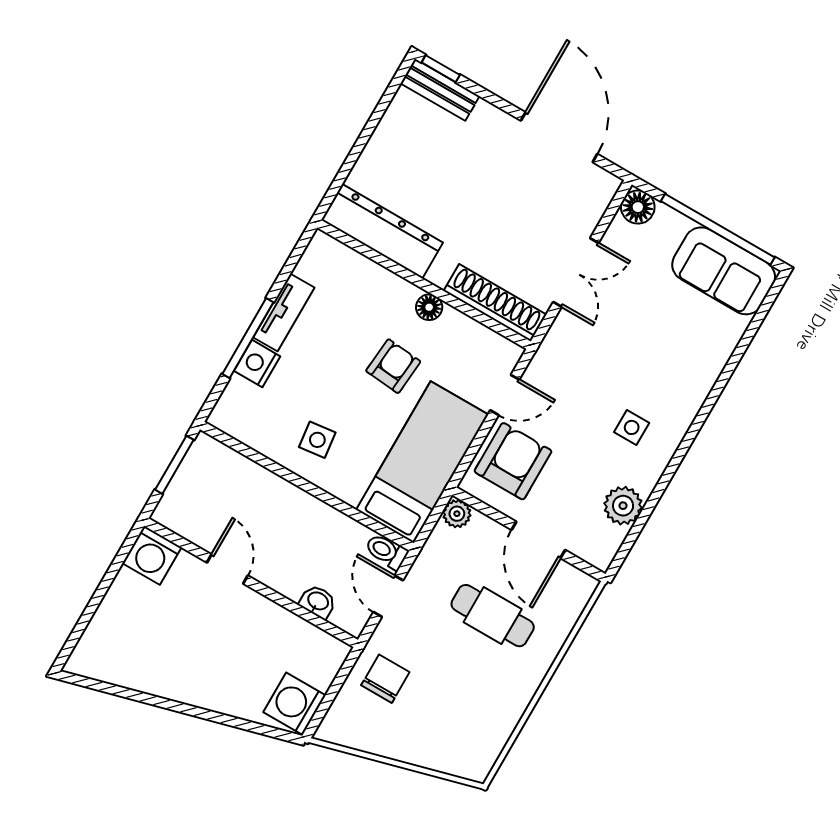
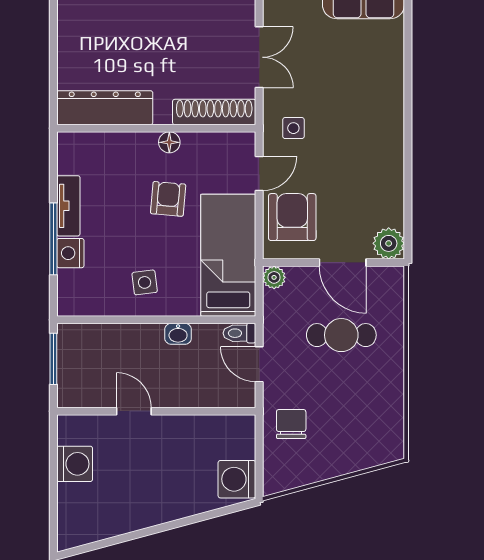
side table: (632, 427) -> (293, 128), moved
plant: (623, 506) -> (389, 243), moved
washing machine: (152, 555) -> (75, 464), moved, turned -90
washbasin: (318, 602) -> (178, 334), moved, turned 180

